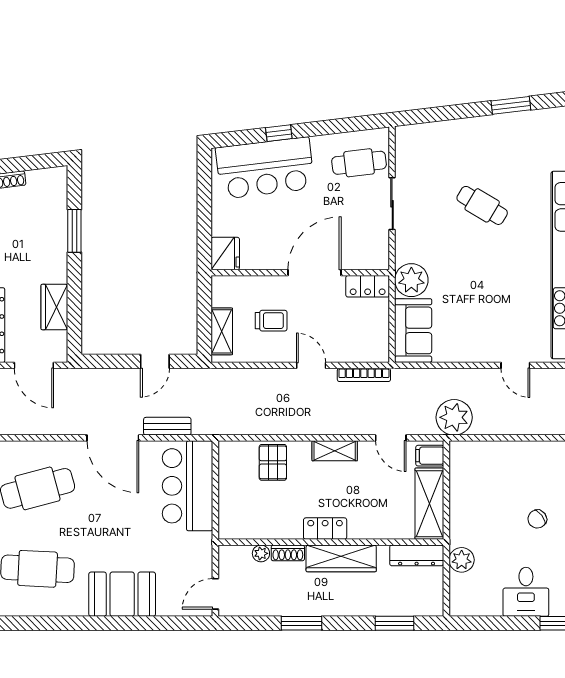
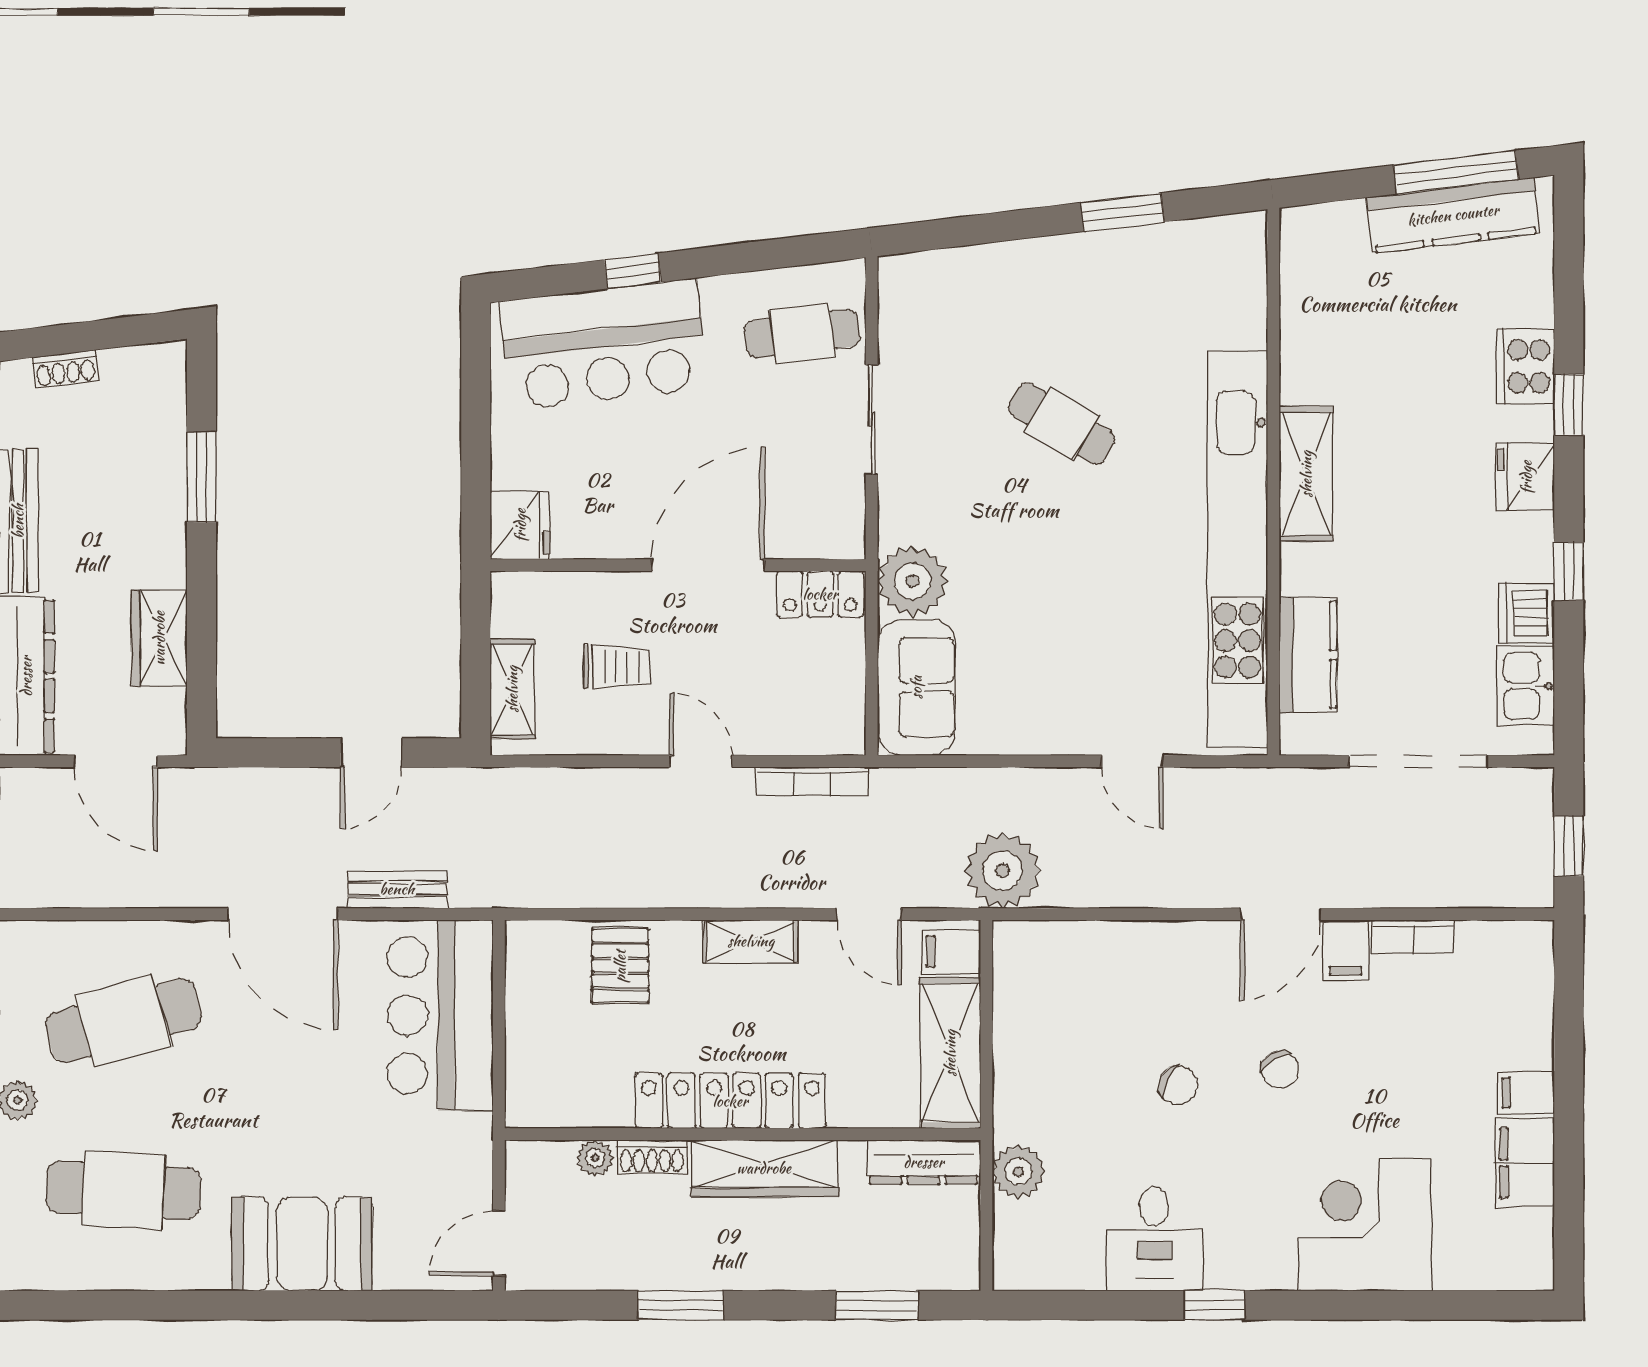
chair: (537, 519) -> (1178, 1085), turned -117
locker: (325, 529) -> (730, 1101), width x2.16, depth x1.21

